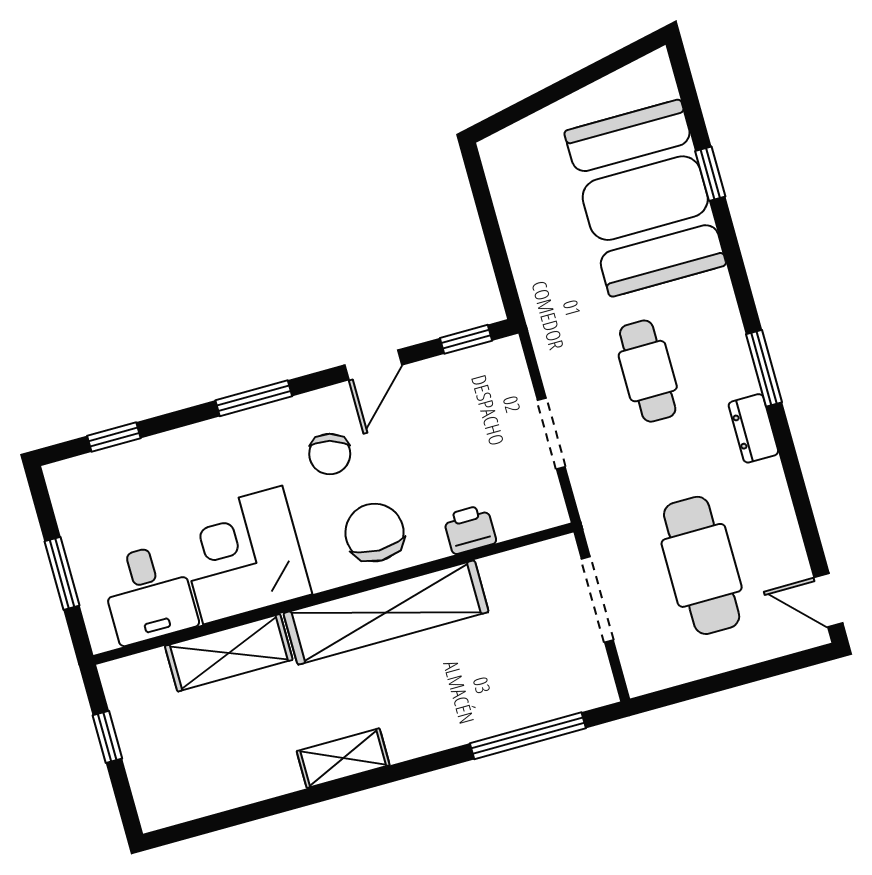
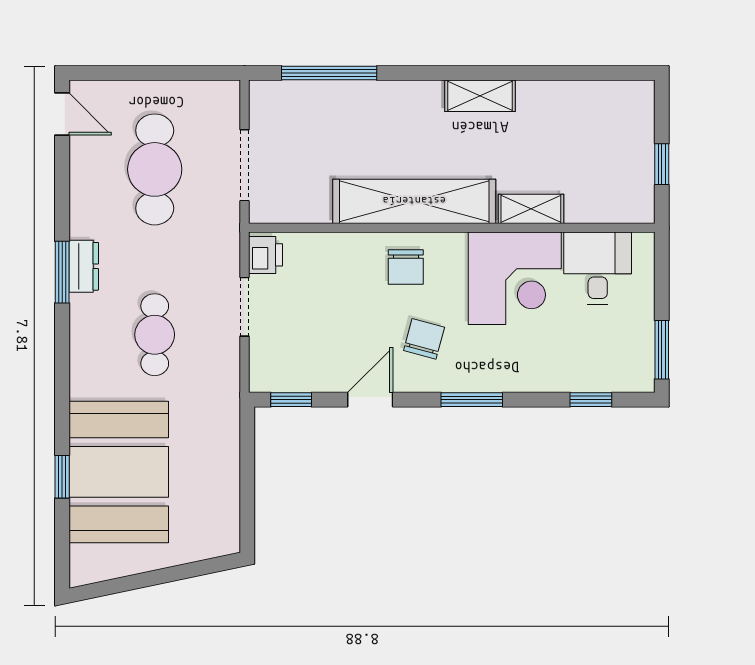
window: (764, 368) -> (62, 272), moved
printer: (470, 529) -> (266, 255), moved, turned -90
chair: (374, 533) -> (406, 267), width x0.73, depth x0.73
window: (62, 573) -> (662, 350), moved
shelving: (229, 653) -> (531, 209), width x0.67, depth x0.75

